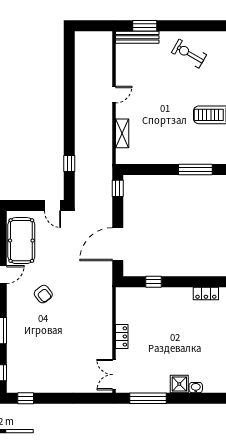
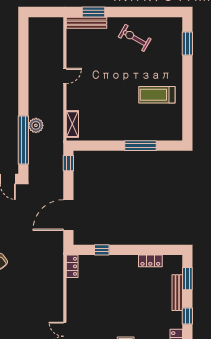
shelving: (122, 133) -> (72, 124), moved
plant: (83, 148) -> (36, 125), added
window: (69, 164) -> (23, 140), width x3.17
locker: (122, 336) -> (72, 266), moved

